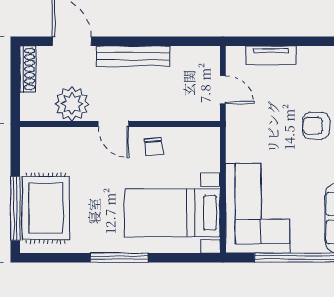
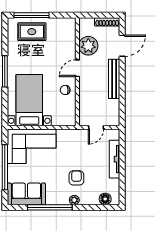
tv unit: (271, 55) -> (115, 159), width x1.41
rug: (46, 208) -> (32, 32), width x0.73, depth x0.70

